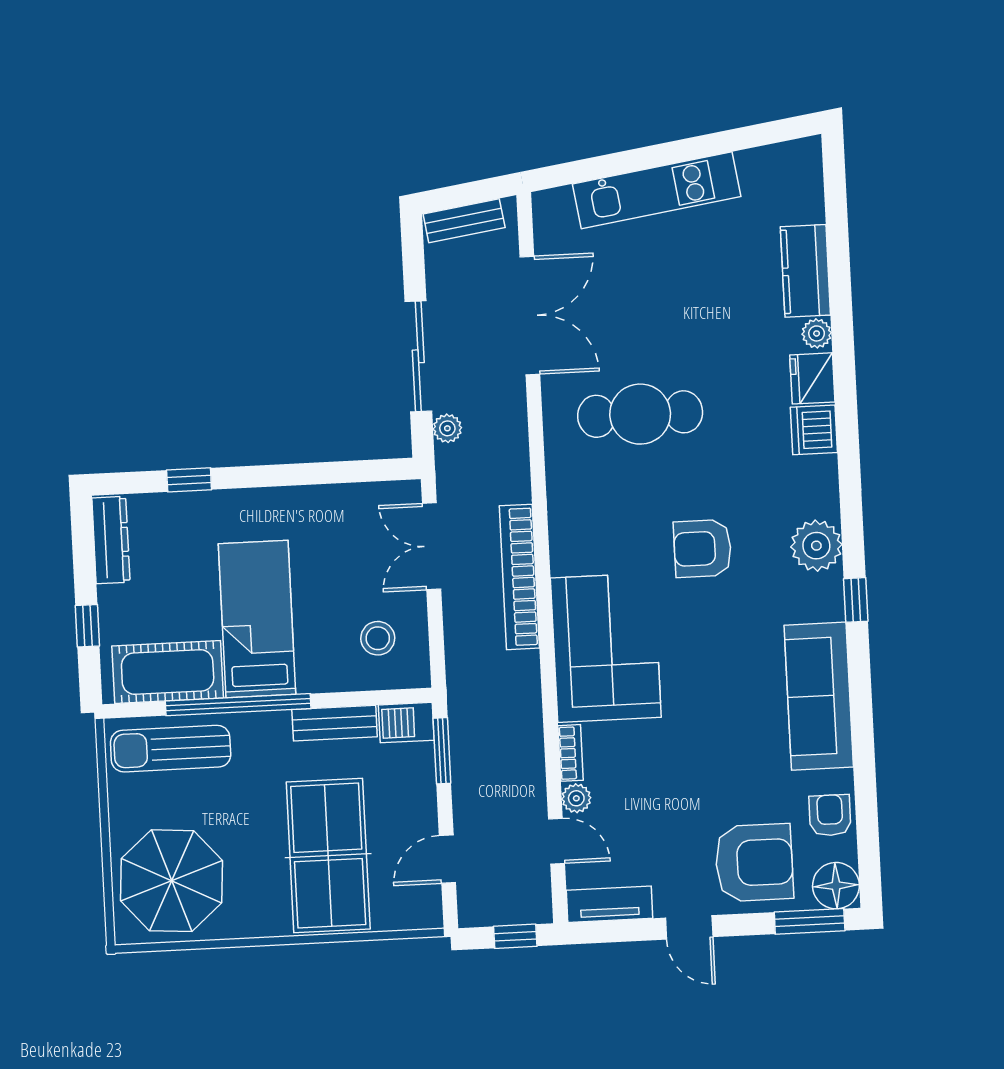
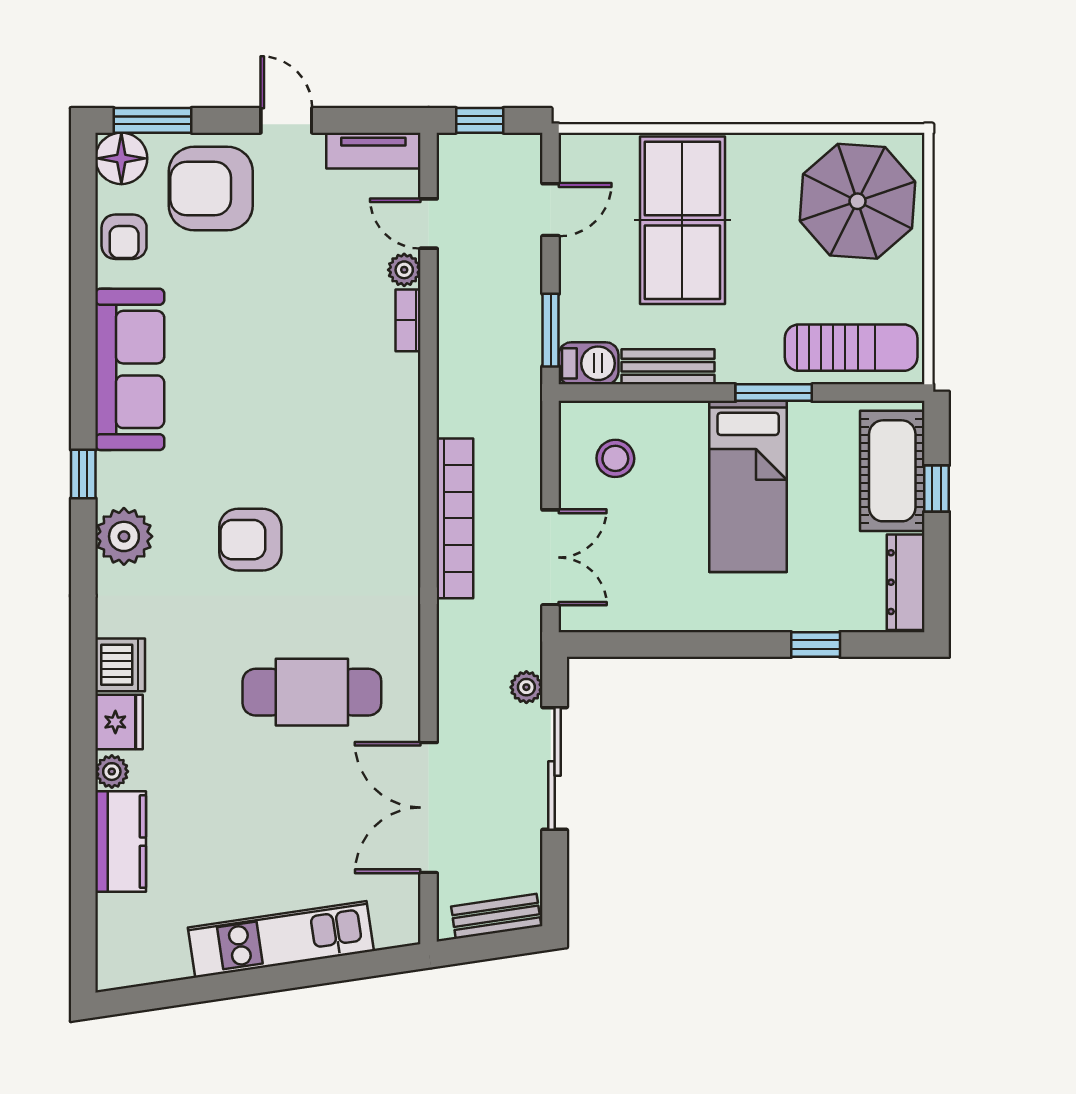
armchair: (703, 548) -> (250, 540), turned 180
corner sofa: (606, 648) -> (363, 435), removed
cot: (168, 672) -> (892, 471), moved, turned 90
window: (238, 705) -> (774, 393), width x0.47

